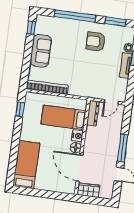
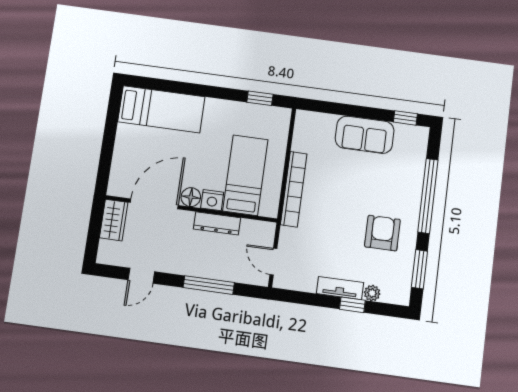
bookcase: (47, 87) -> (294, 189), moved
dresser: (93, 113) -> (217, 223), moved
window: (123, 148) -> (209, 285), moved

